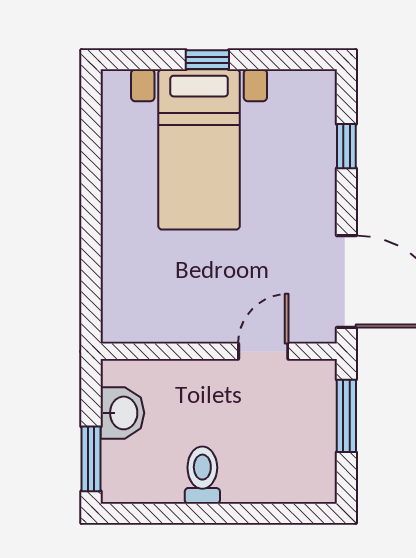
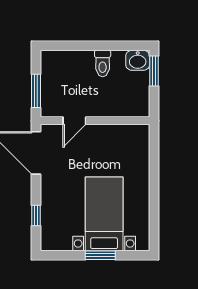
window: (207, 60) -> (100, 255), width x1.50
washbasin: (122, 413) -> (138, 60), moved, turned -90

